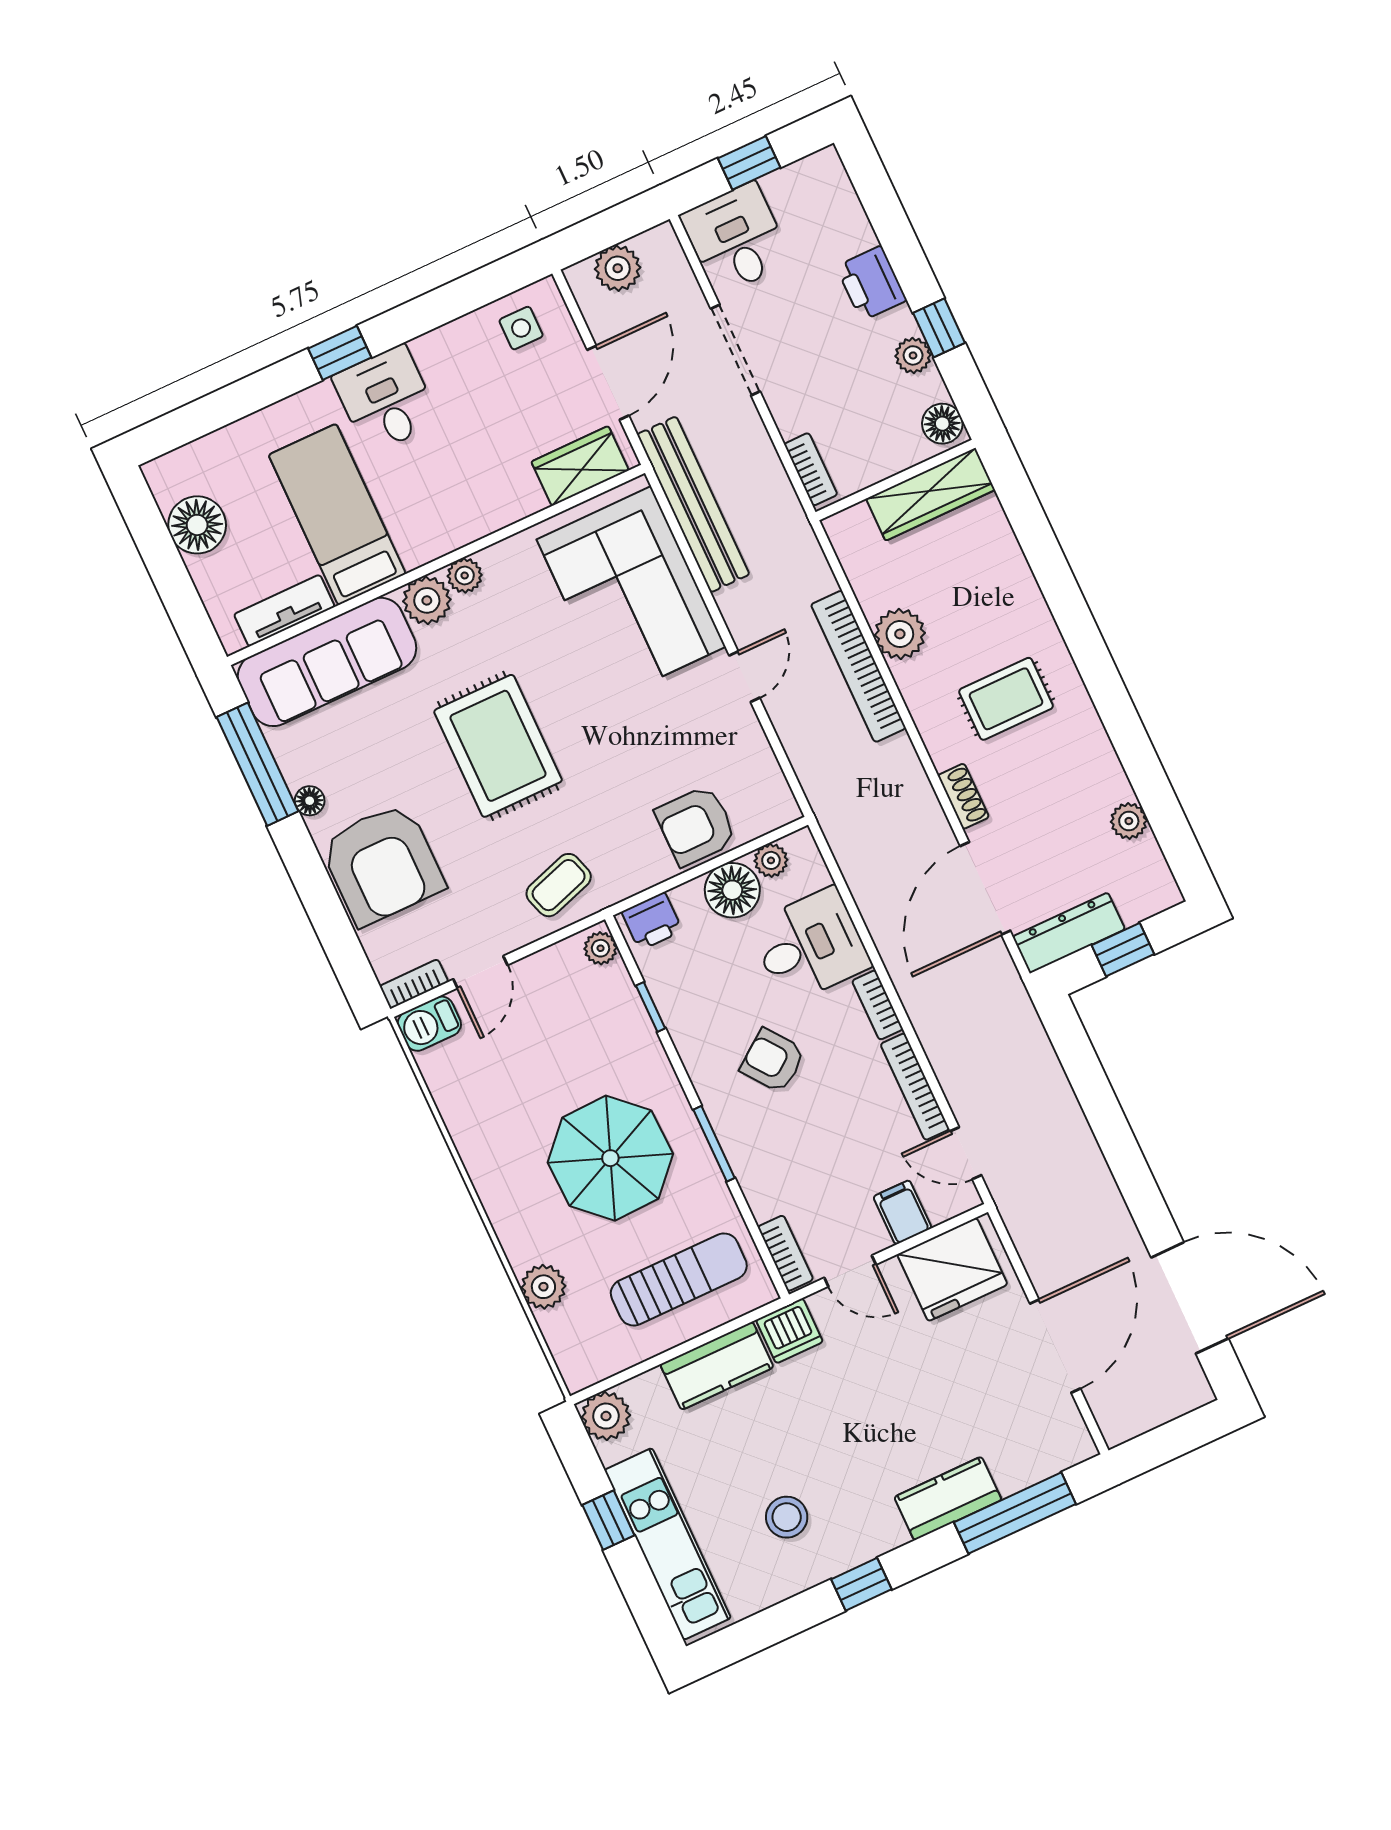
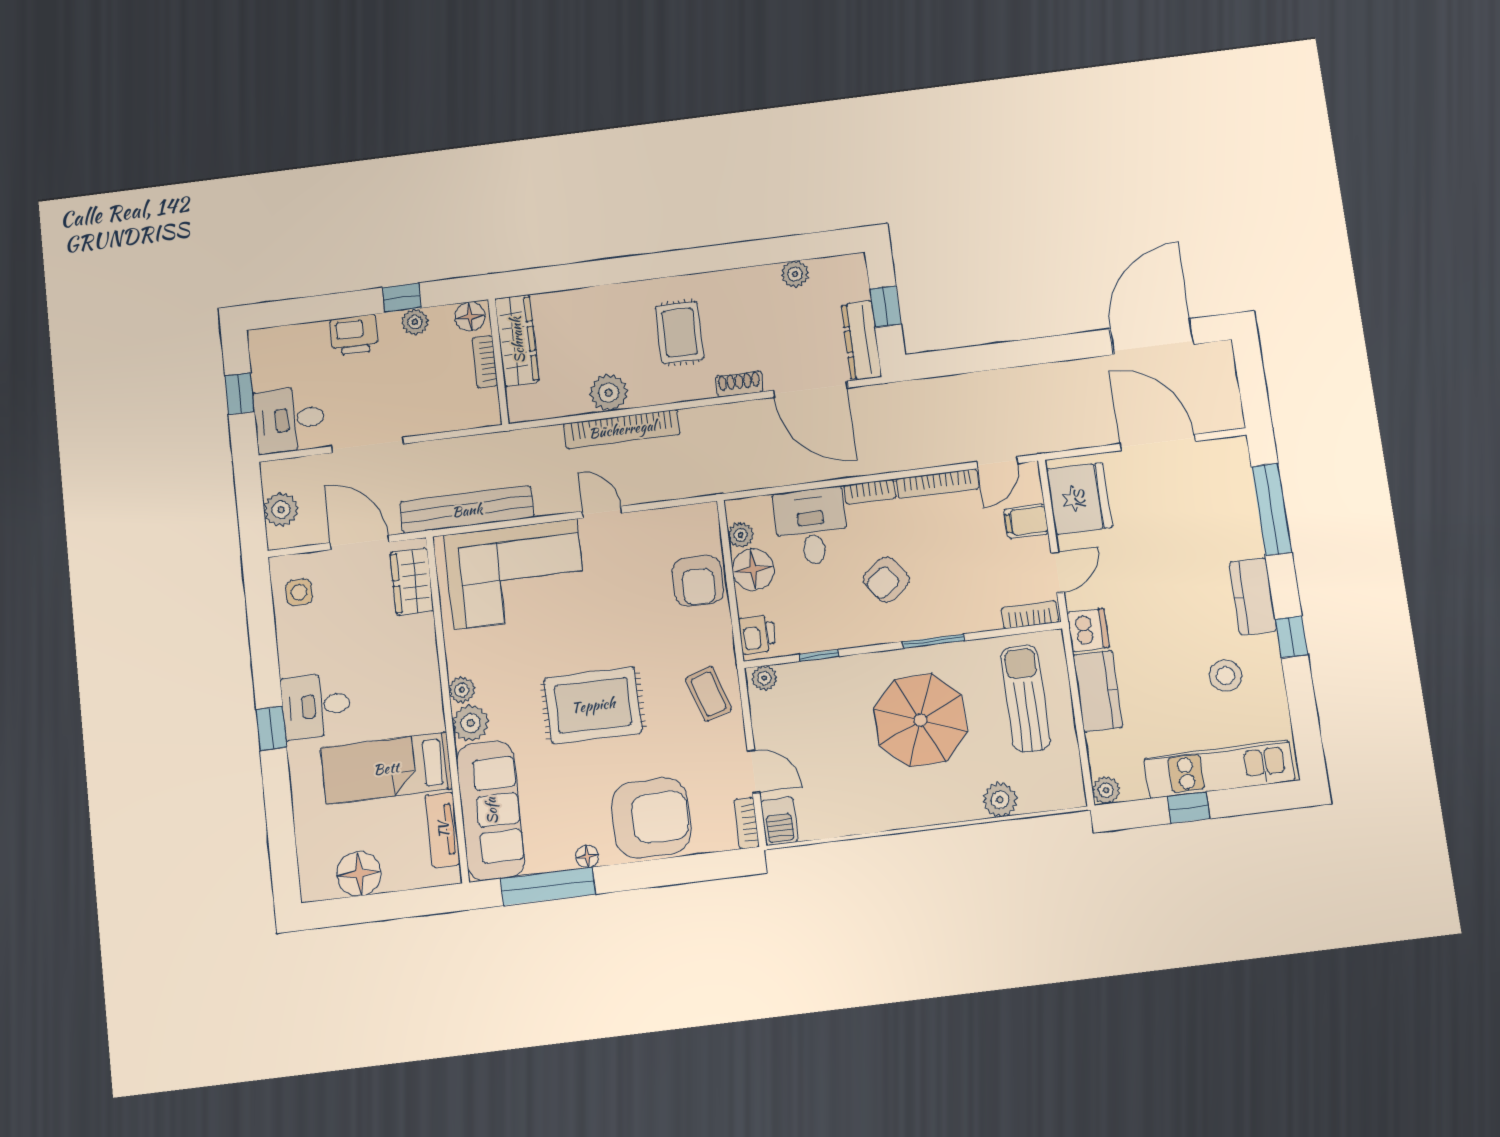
bookcase: (811, 469) -> (485, 362), moved, turned -90
plant: (606, 1416) -> (1106, 790), width x0.73, depth x0.73
kitchen counter: (948, 1498) -> (1253, 596), moved

